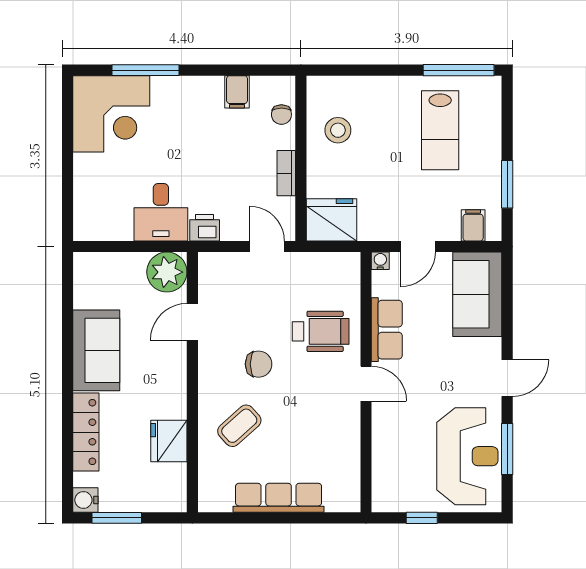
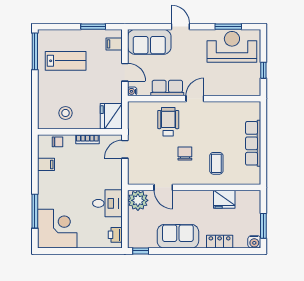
printer: (205, 228) -> (115, 235), moved
window: (68, 277) -> (141, 251), added
door: (507, 378) -> (180, 27), moved
coffee table: (239, 426) -> (216, 163), turned 42
locker: (86, 432) -> (220, 242), width x0.66

